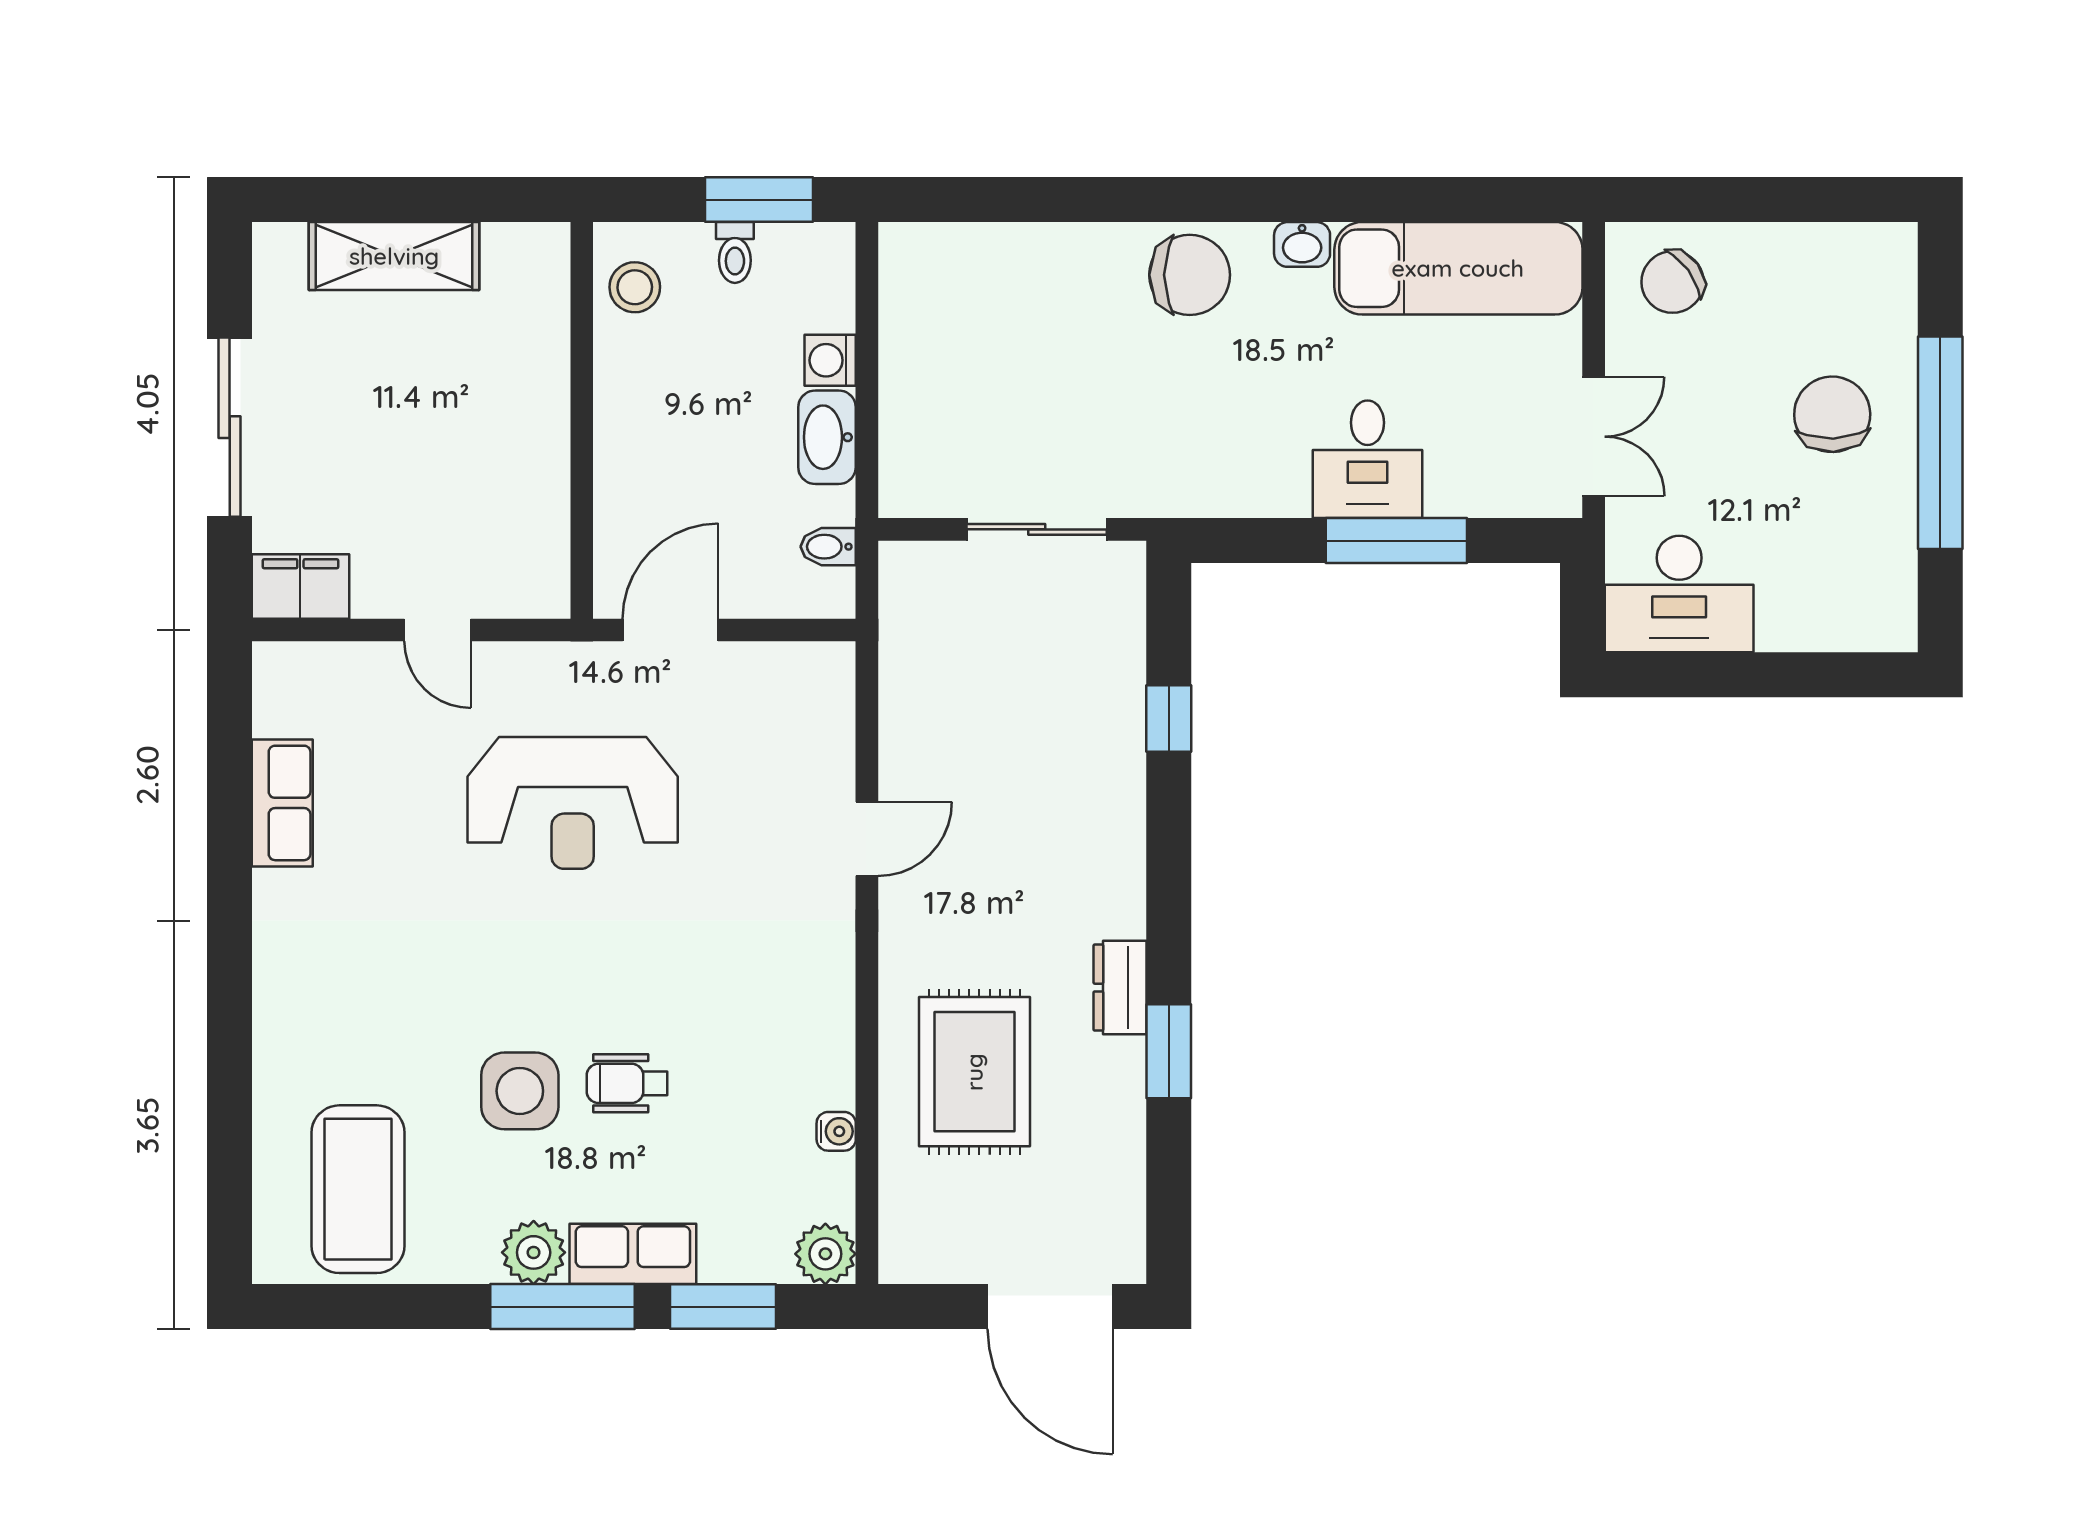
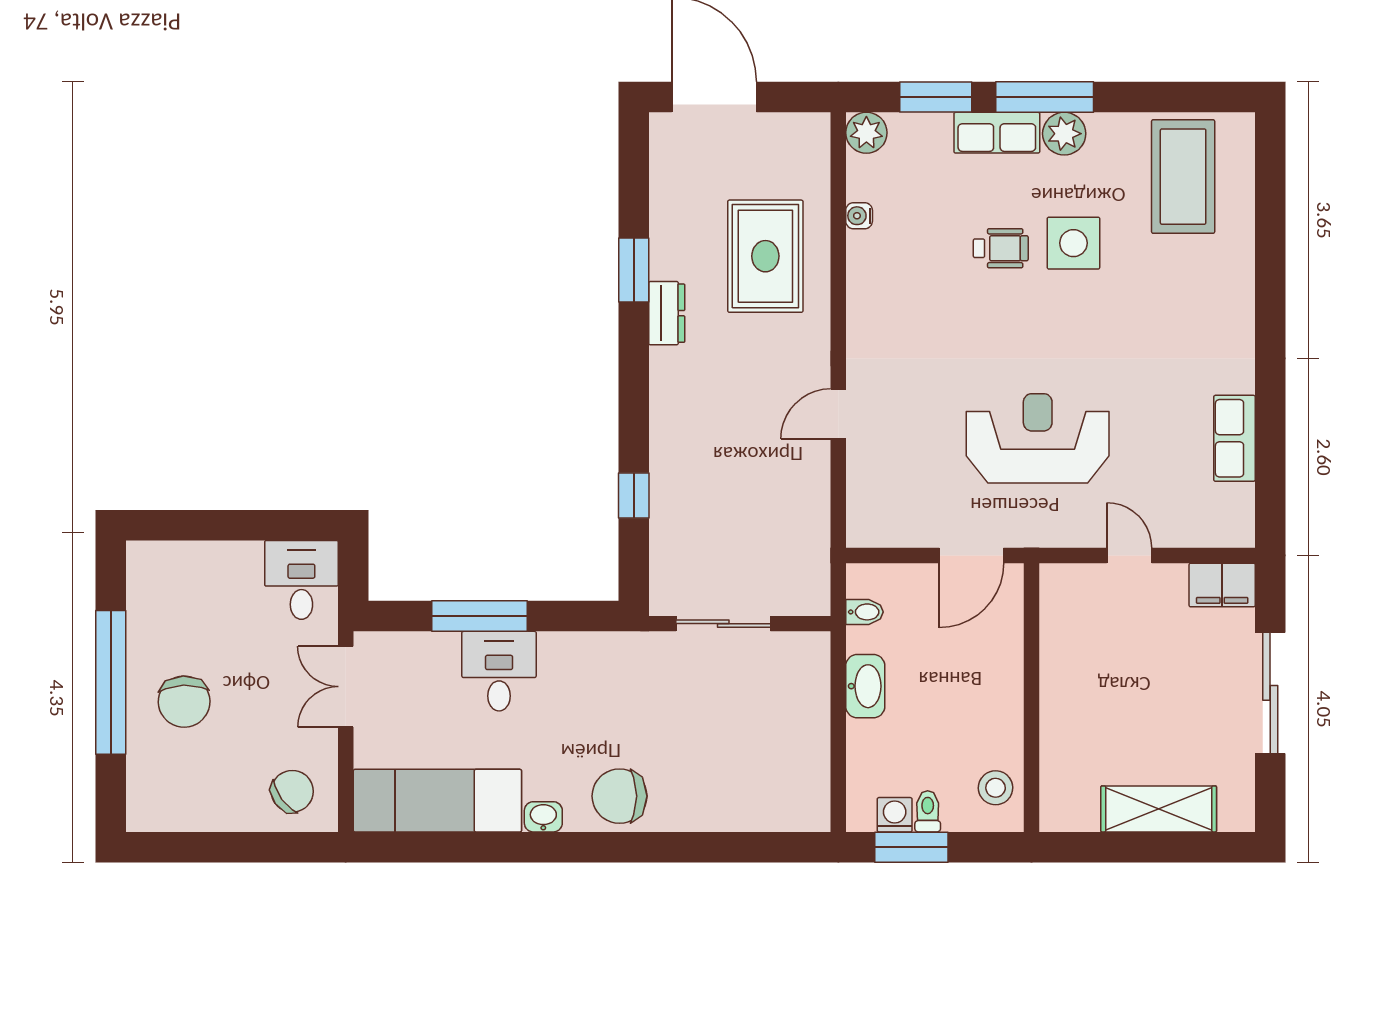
washing machine: (830, 360) -> (895, 815), moved, turned -90
desk: (1679, 594) -> (301, 580), width x0.73

